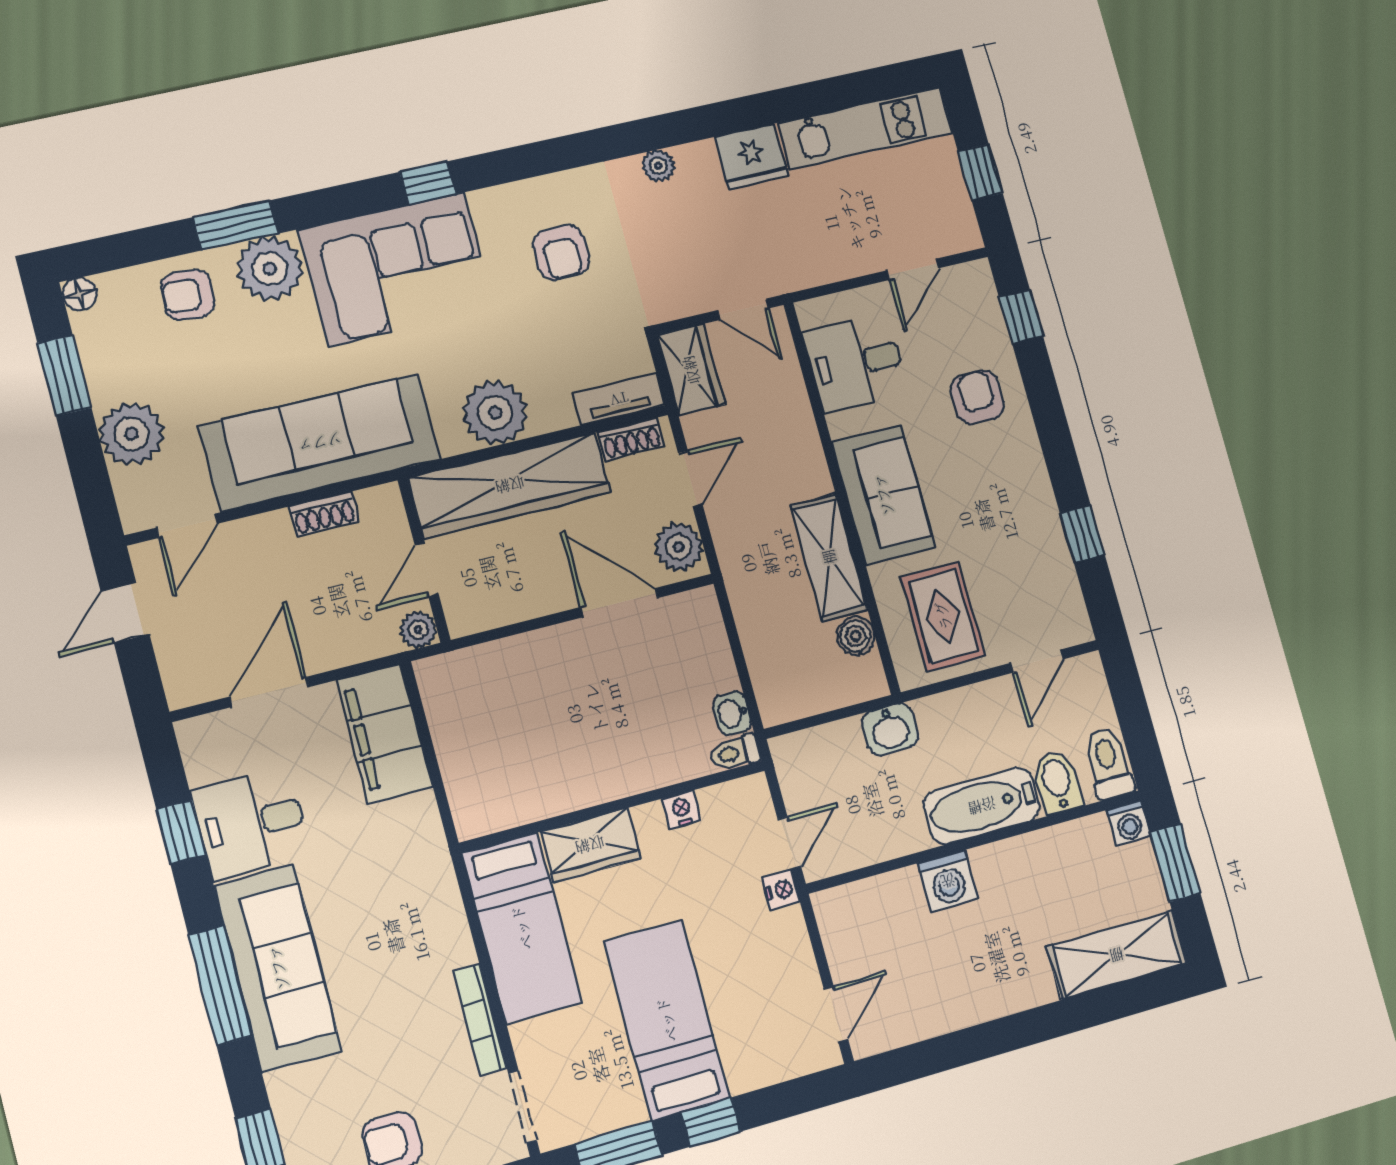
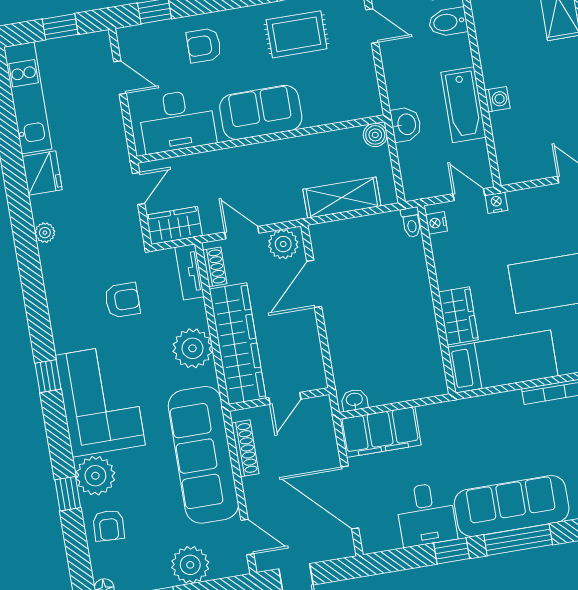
window: (236, 225) -> (68, 494), width x0.67
armchair: (561, 253) -> (122, 300), moved
desk: (856, 363) -> (177, 121), width x1.37
shoe rack: (324, 514) -> (245, 448), width x1.43
shelving: (829, 557) -> (342, 198), moved
door: (427, 570) -> (285, 398), hinge flipped
rug: (943, 616) -> (297, 34), moved
plant: (418, 630) -> (320, 407), removed
boiler: (856, 636) -> (375, 135), moved
door: (269, 692) -> (350, 497), width x1.36
washbasin: (732, 713) -> (354, 400), moved, turned 180
bathtub: (982, 806) -> (463, 105), moved
nightstand: (682, 810) -> (436, 223), moved
window: (181, 832) -> (452, 551), moved
washing machine: (948, 881) -> (497, 99), width x0.73, depth x0.73

